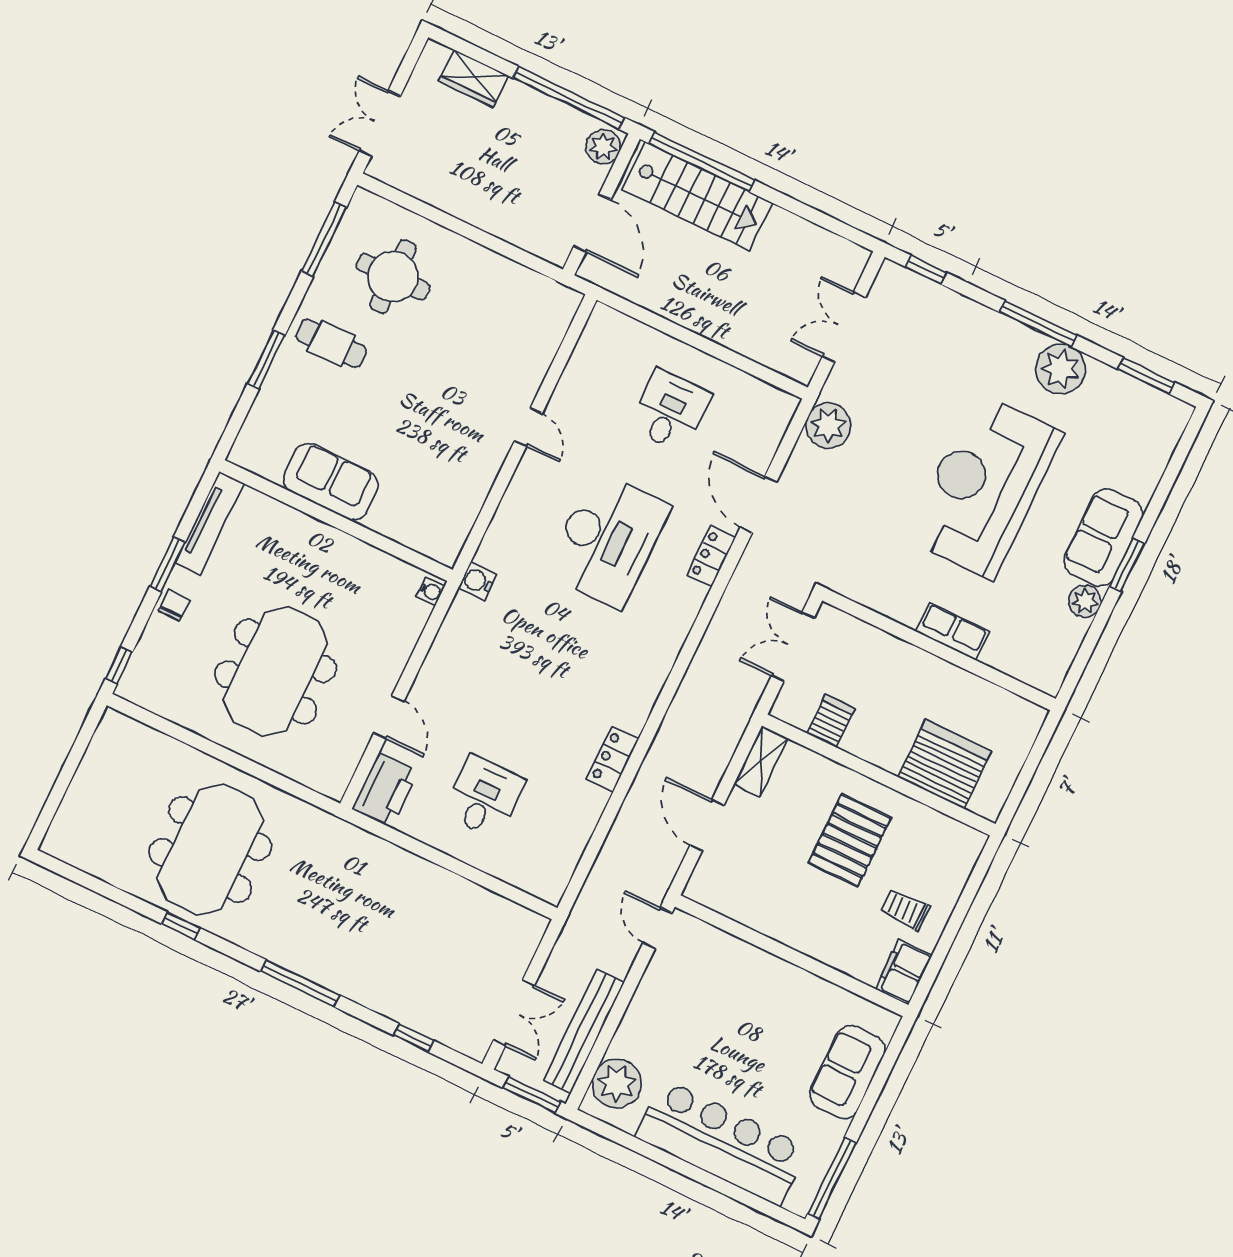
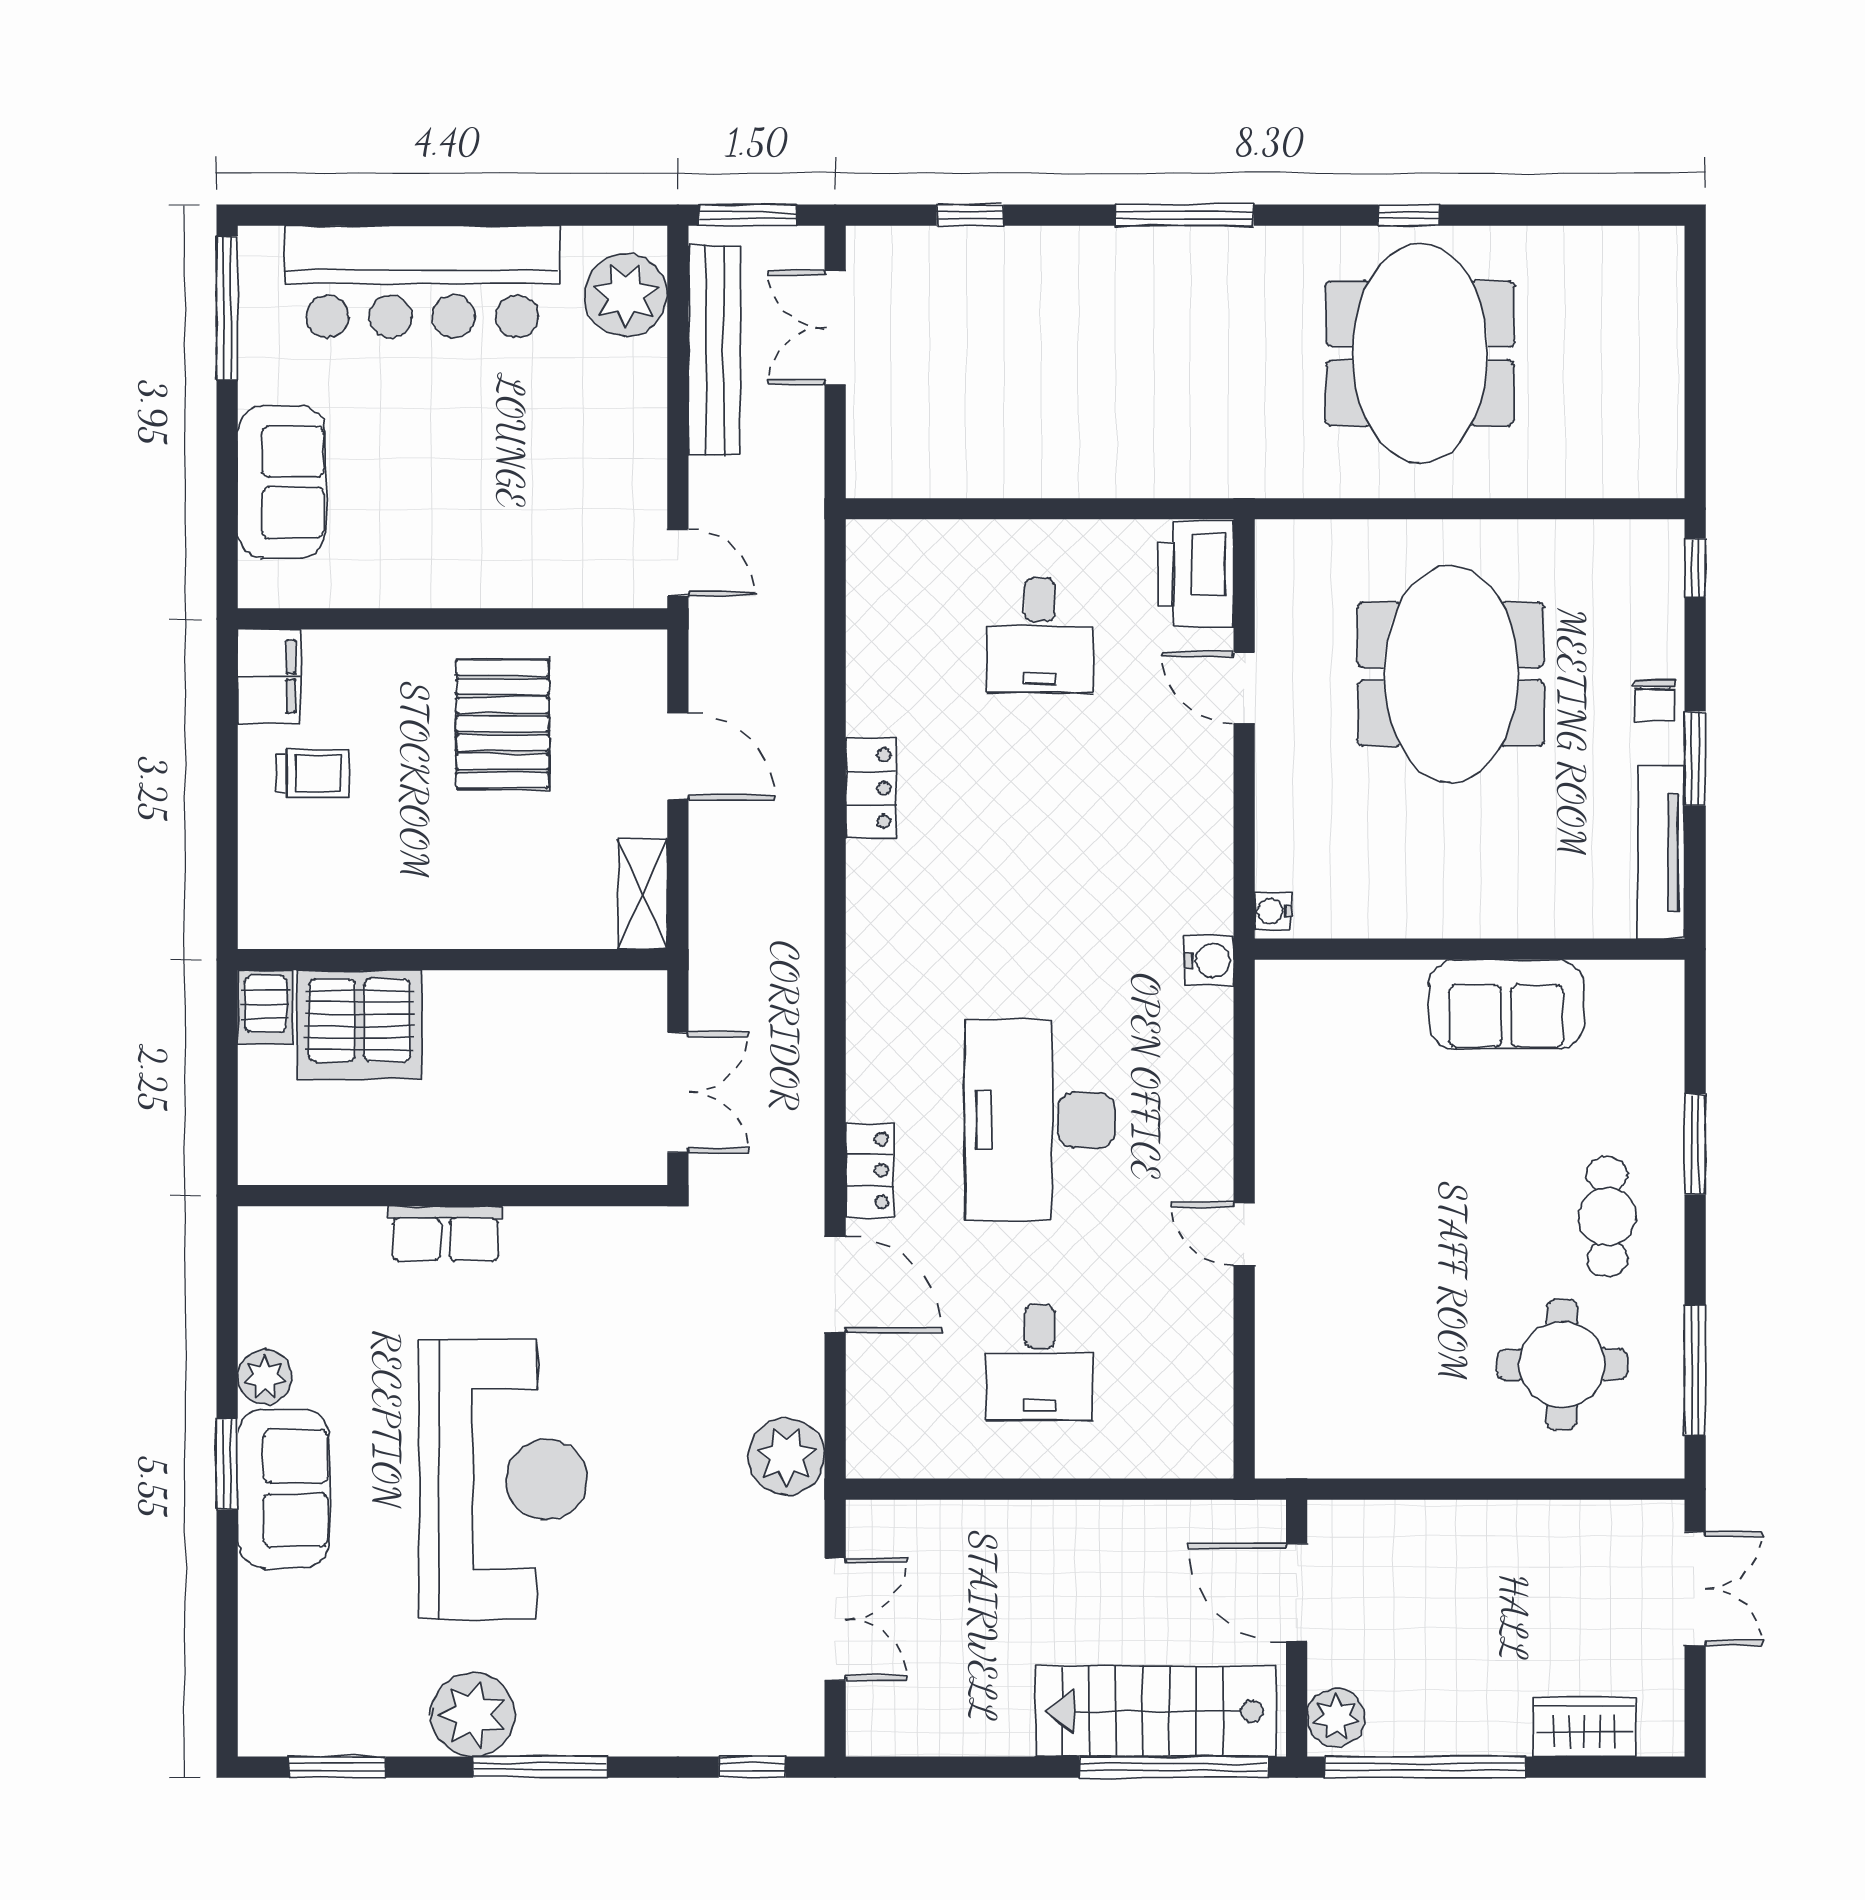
cafe table: (331, 343) -> (1607, 1216), turned 90
server rack: (831, 721) -> (265, 1007), moved
pallet: (850, 840) -> (502, 724), moved

